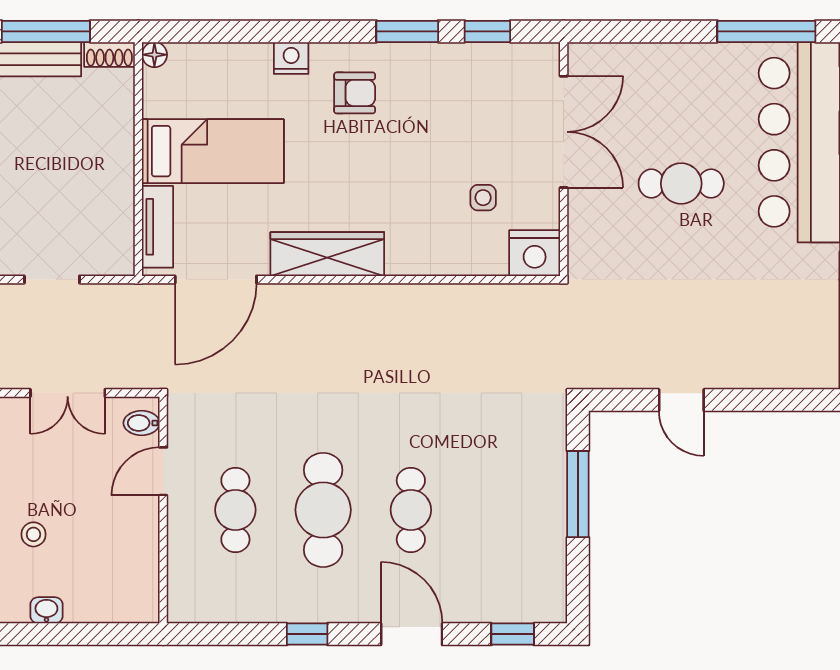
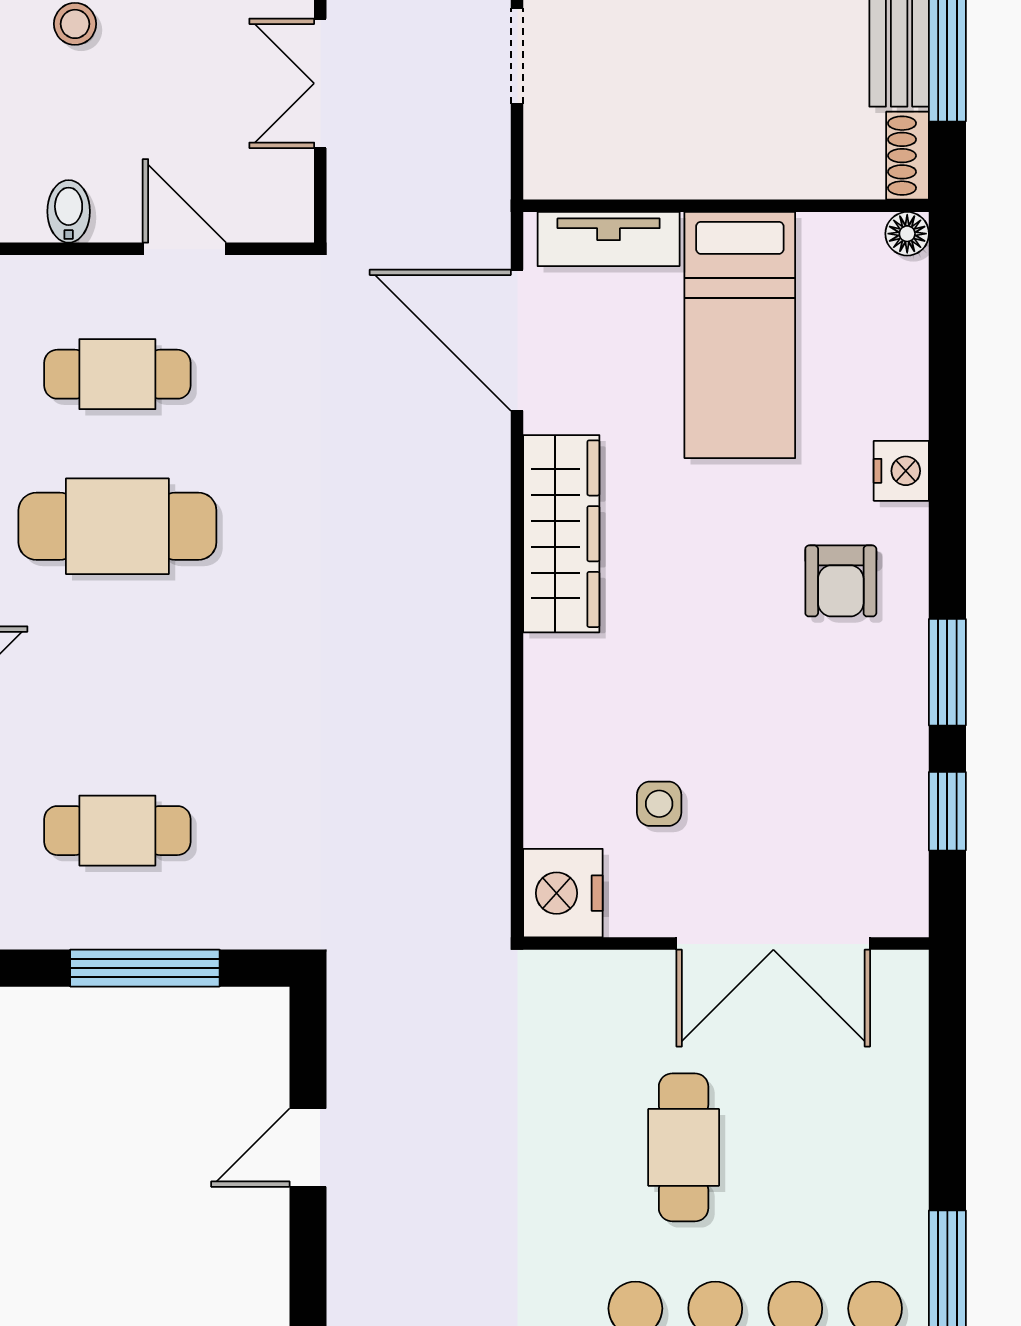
bidet: (142, 423) -> (69, 211), moved
cafe table: (411, 510) -> (117, 831), moved

